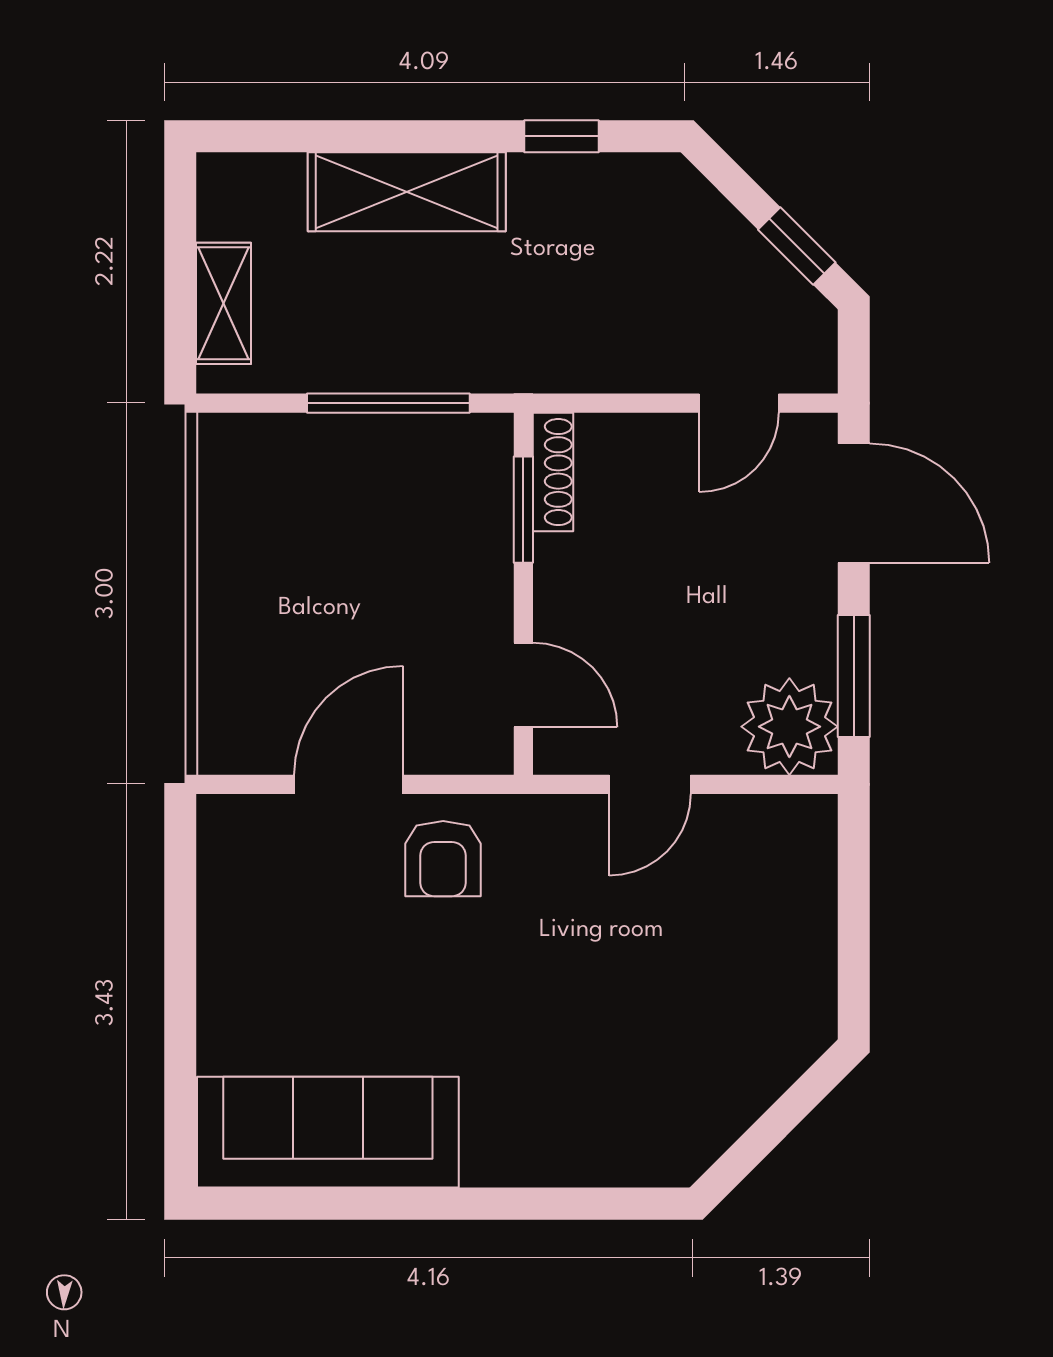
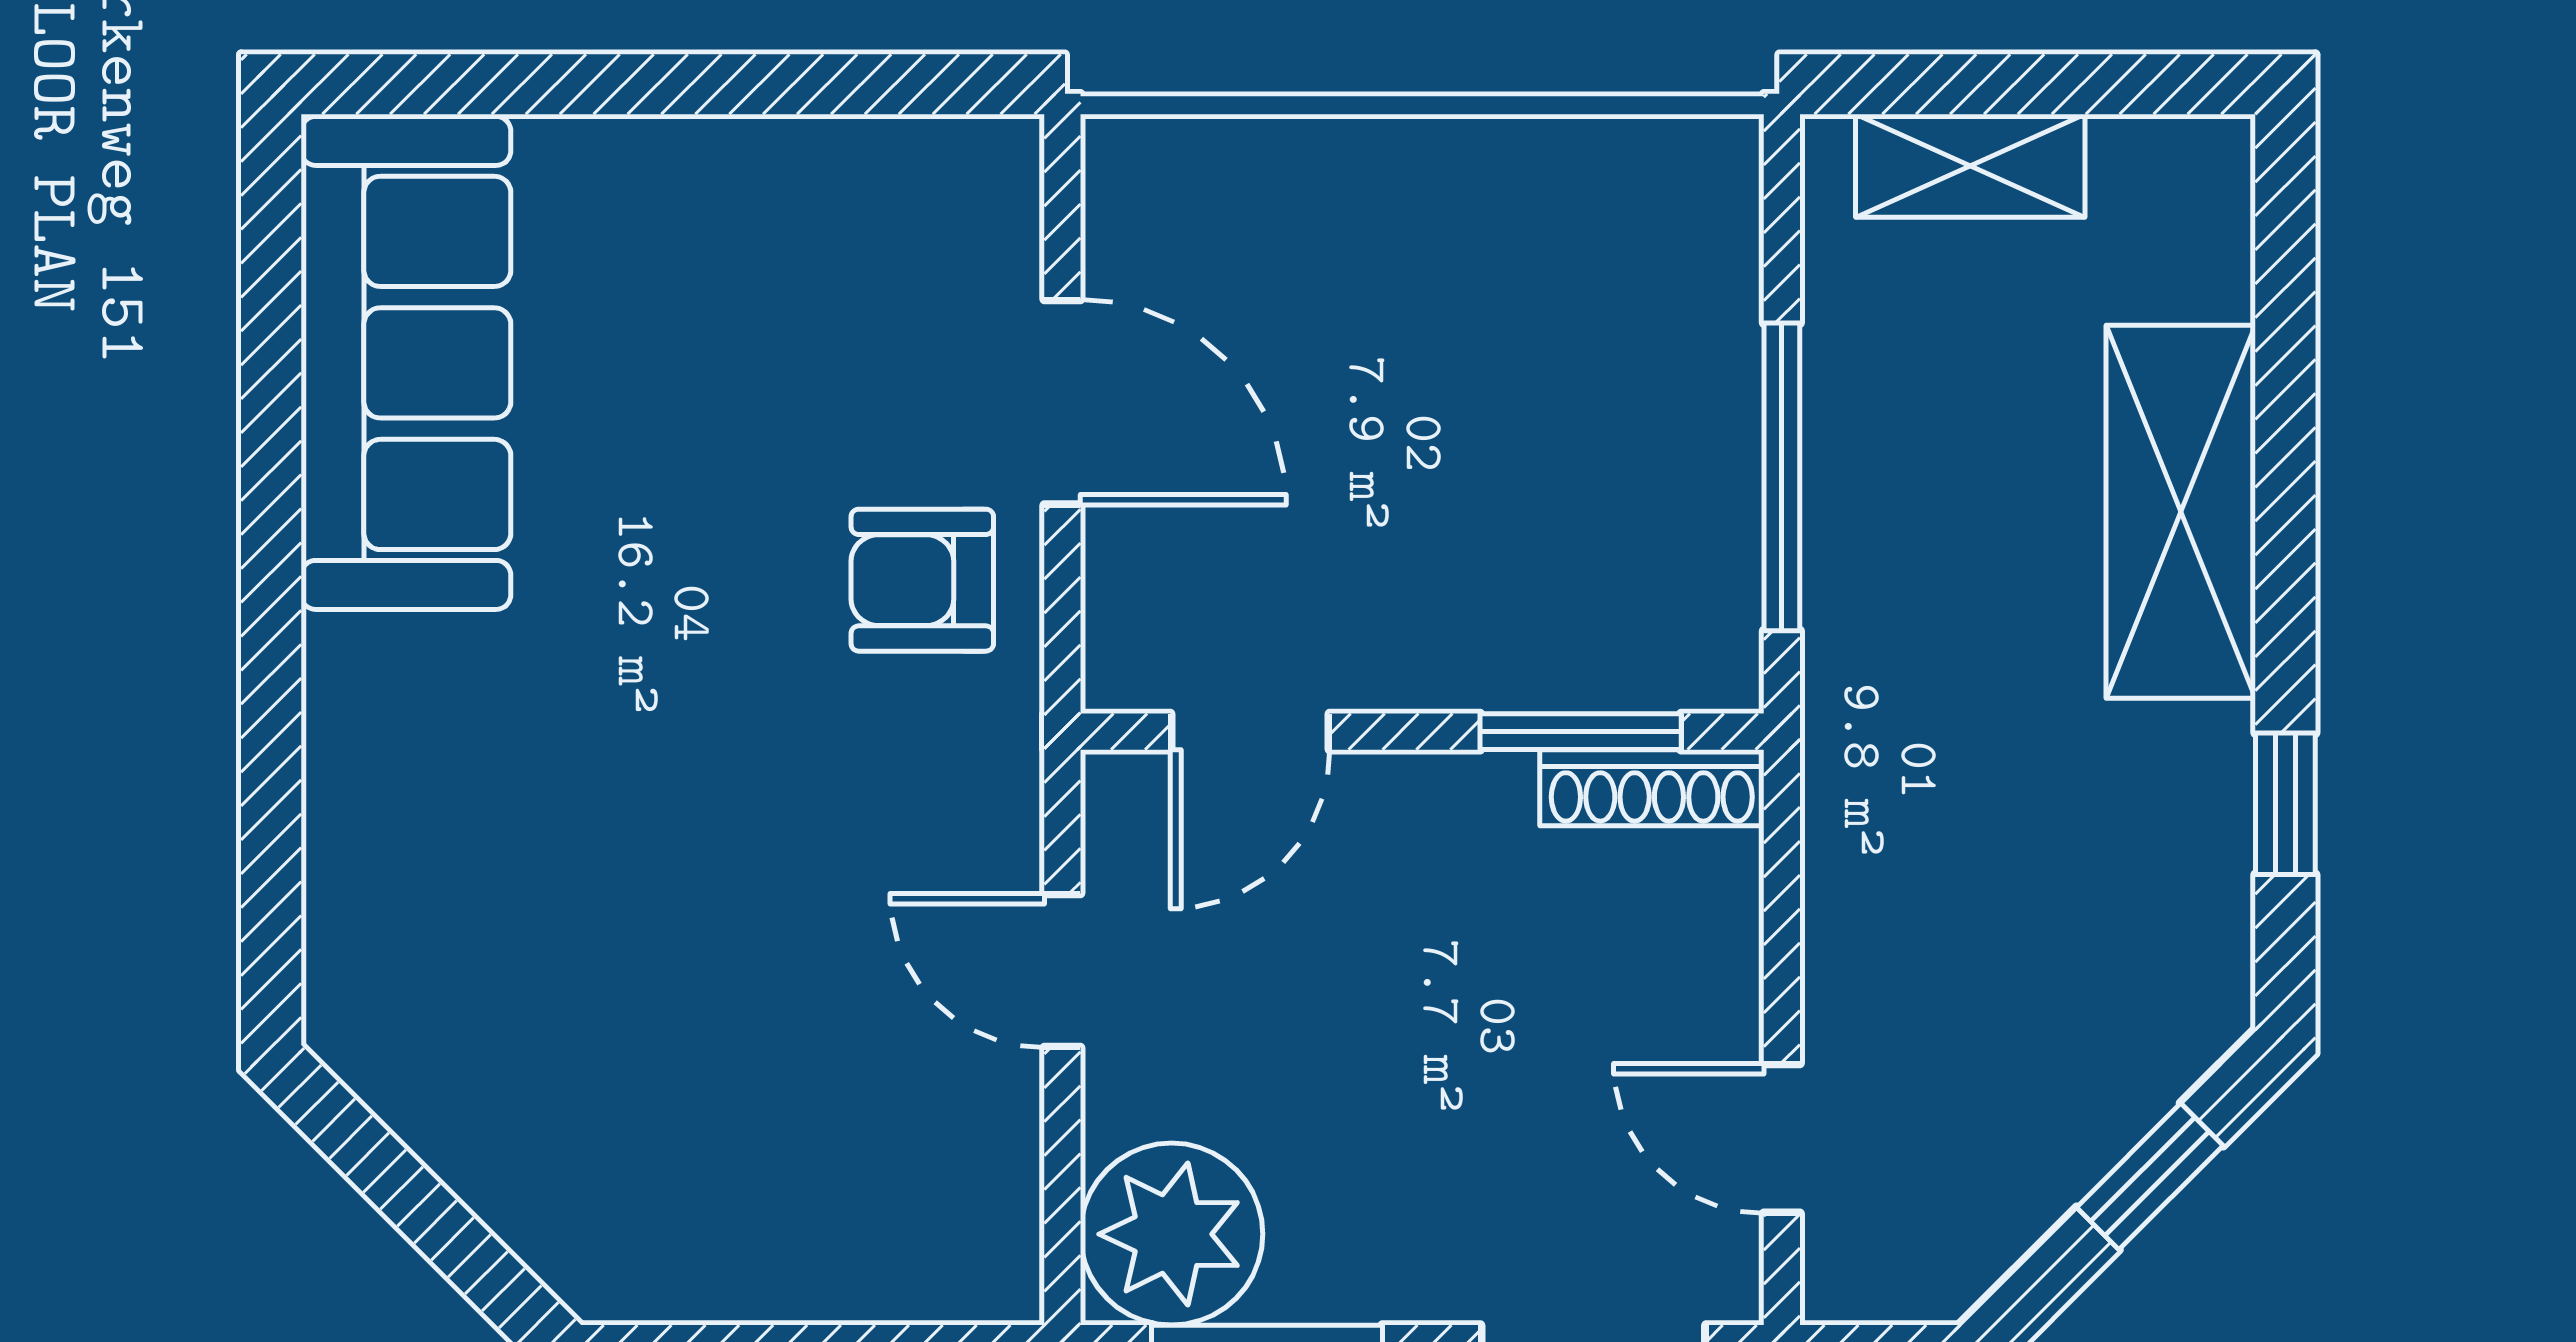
window: (797, 246) -> (2150, 1176), moved

